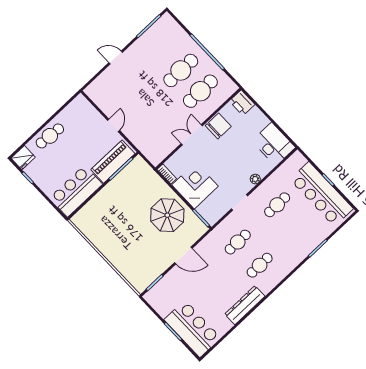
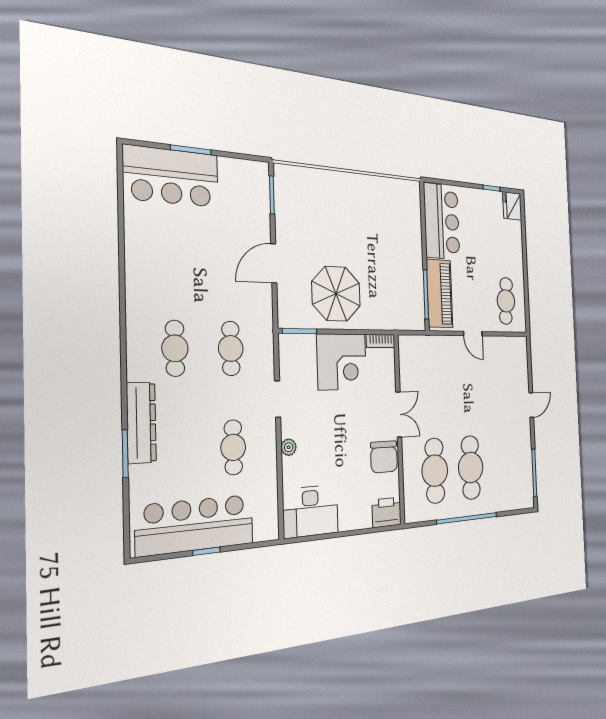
cafe table: (50, 136) -> (506, 301), moved
dresser: (245, 305) -> (141, 423), moved

